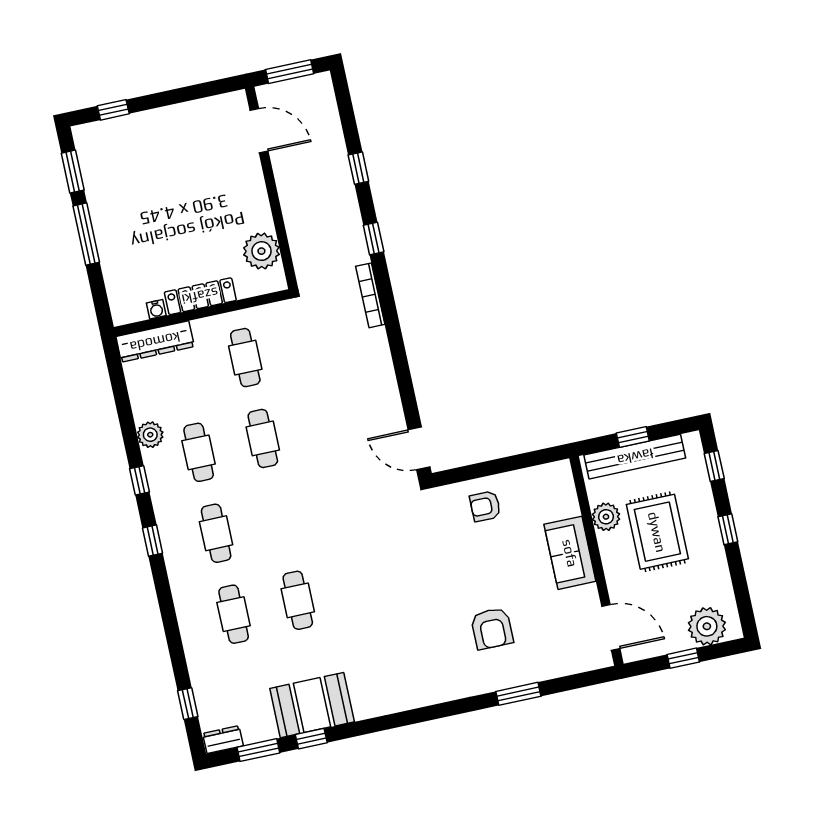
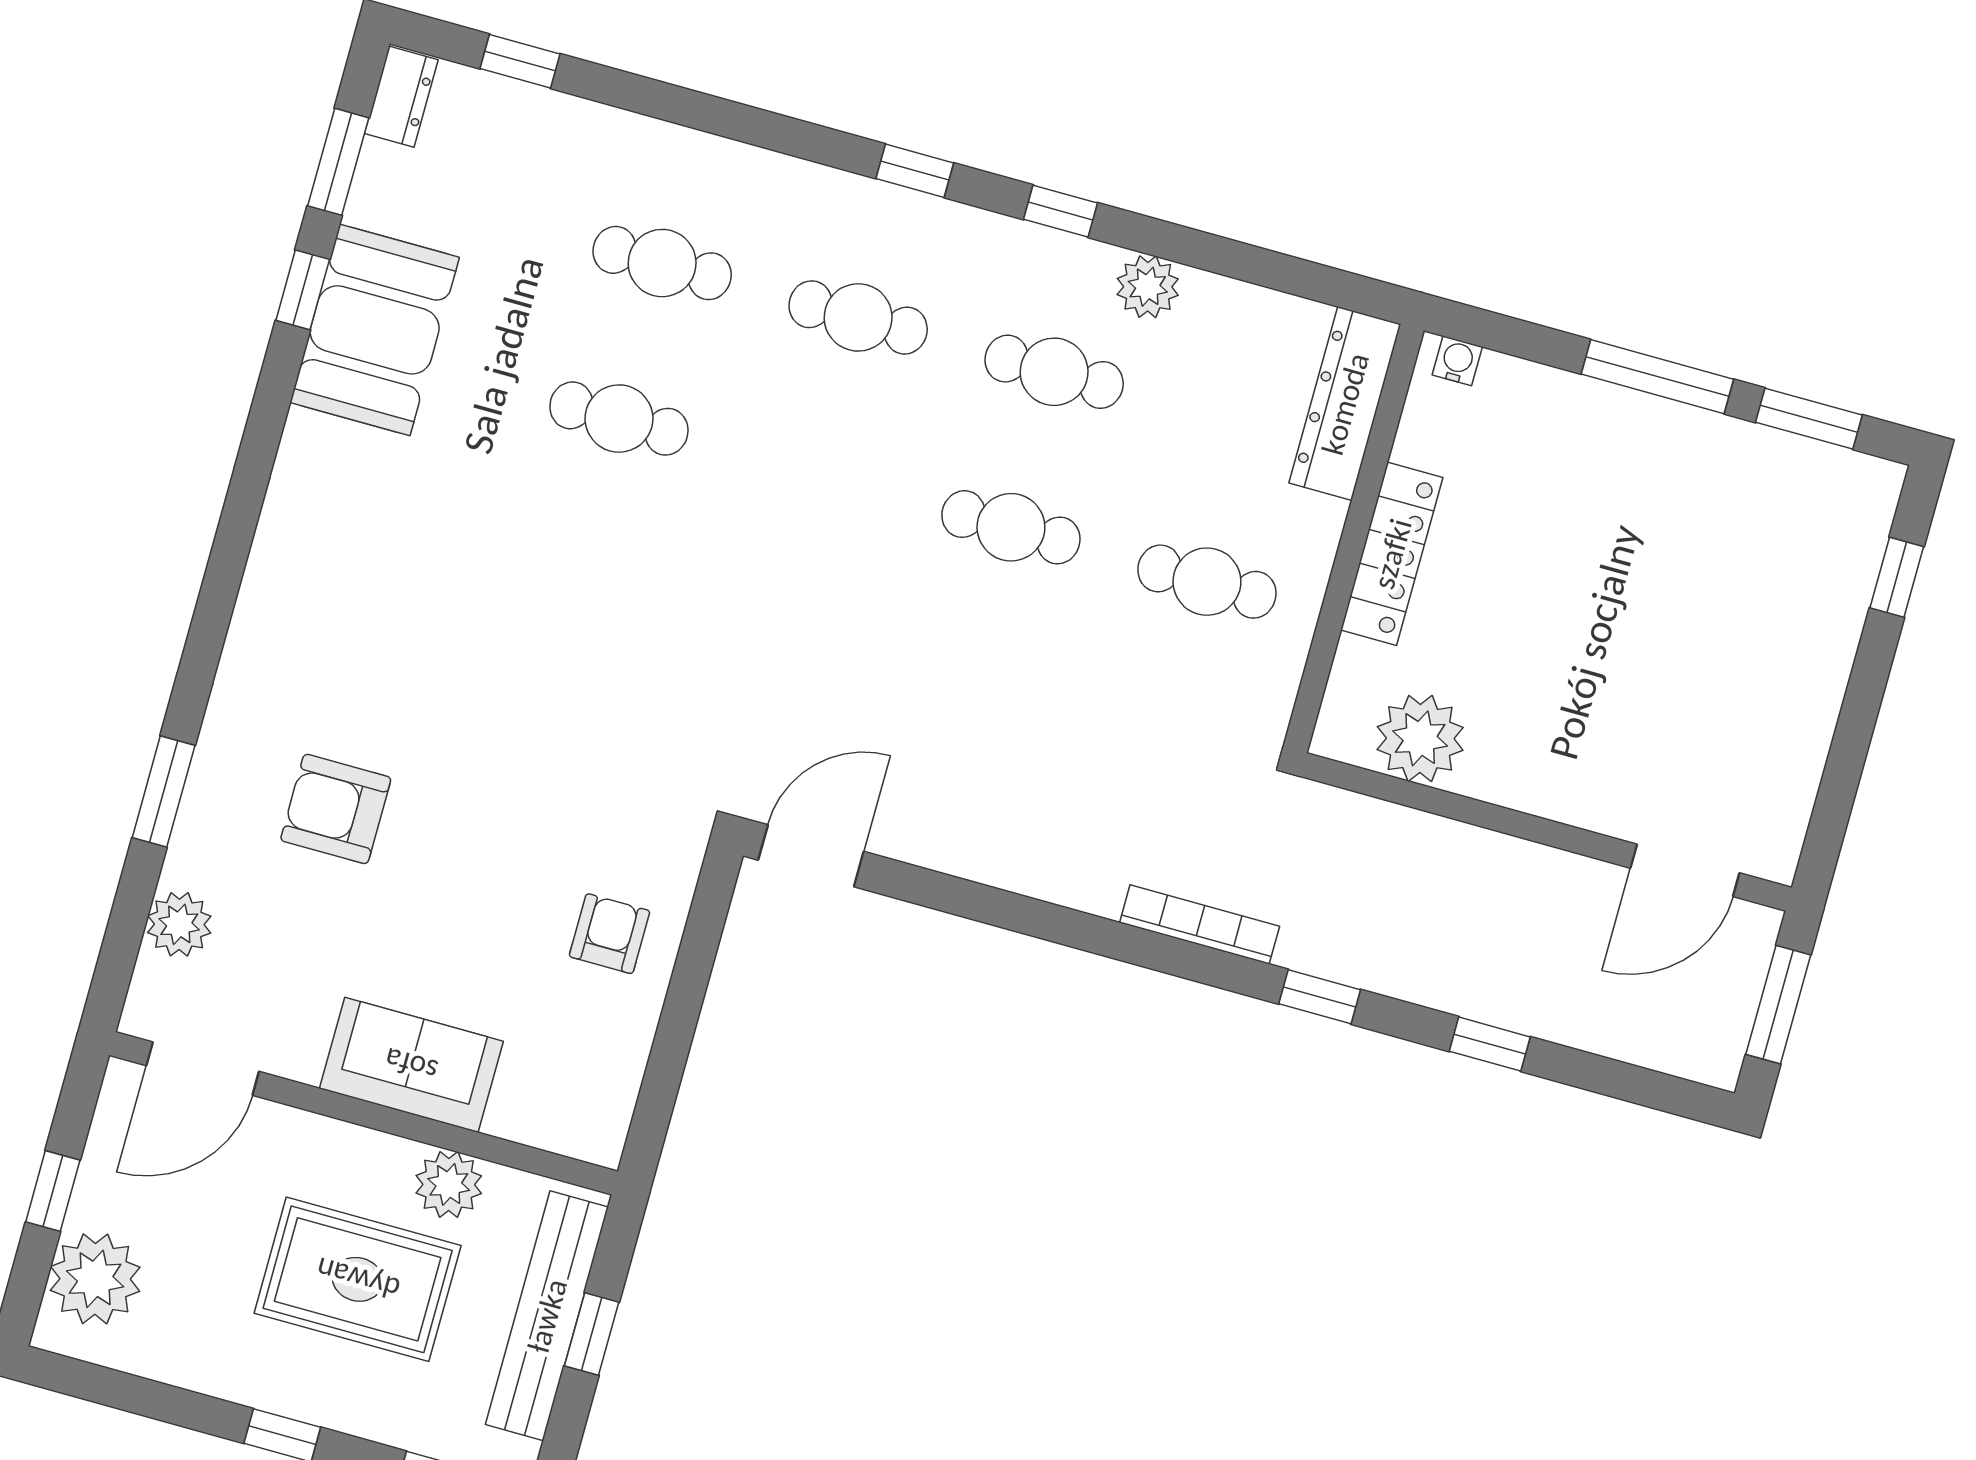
water cooler: (156, 309) -> (1457, 361), moved, turned 90
plant: (563, 663) -> (179, 924), added

